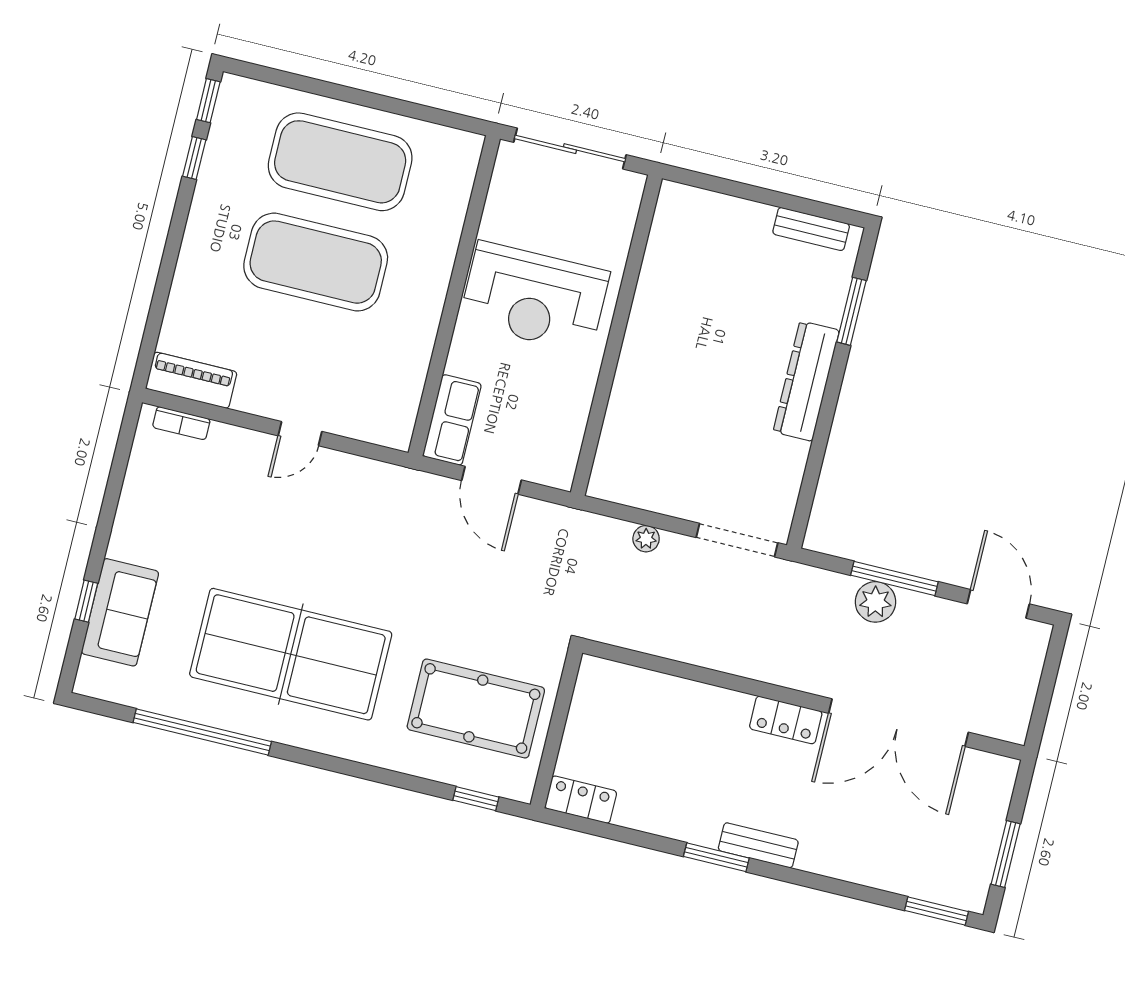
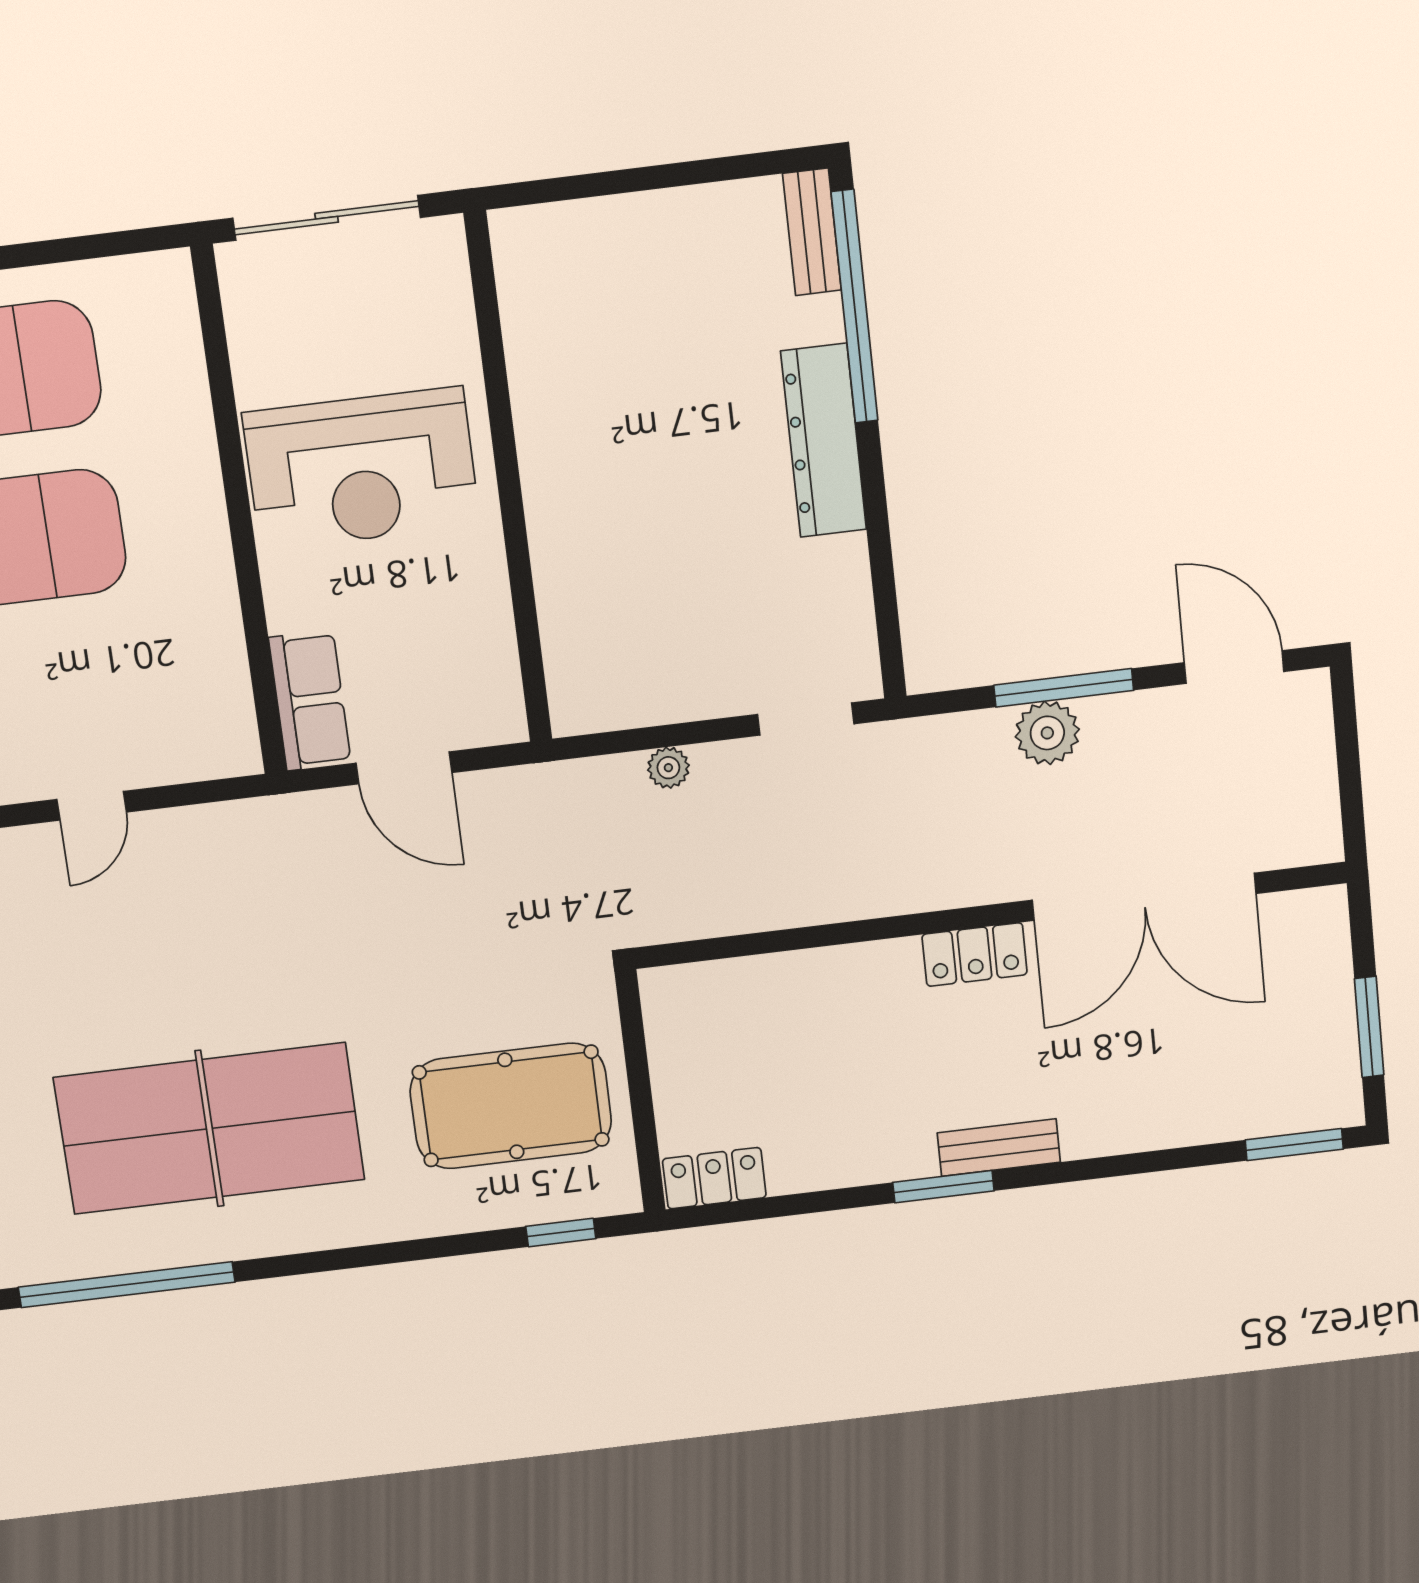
bench: (811, 229) -> (812, 232), moved, turned 90
window: (851, 311) -> (855, 307), width x2.11
doorway: (737, 540) -> (806, 719), width x0.73

